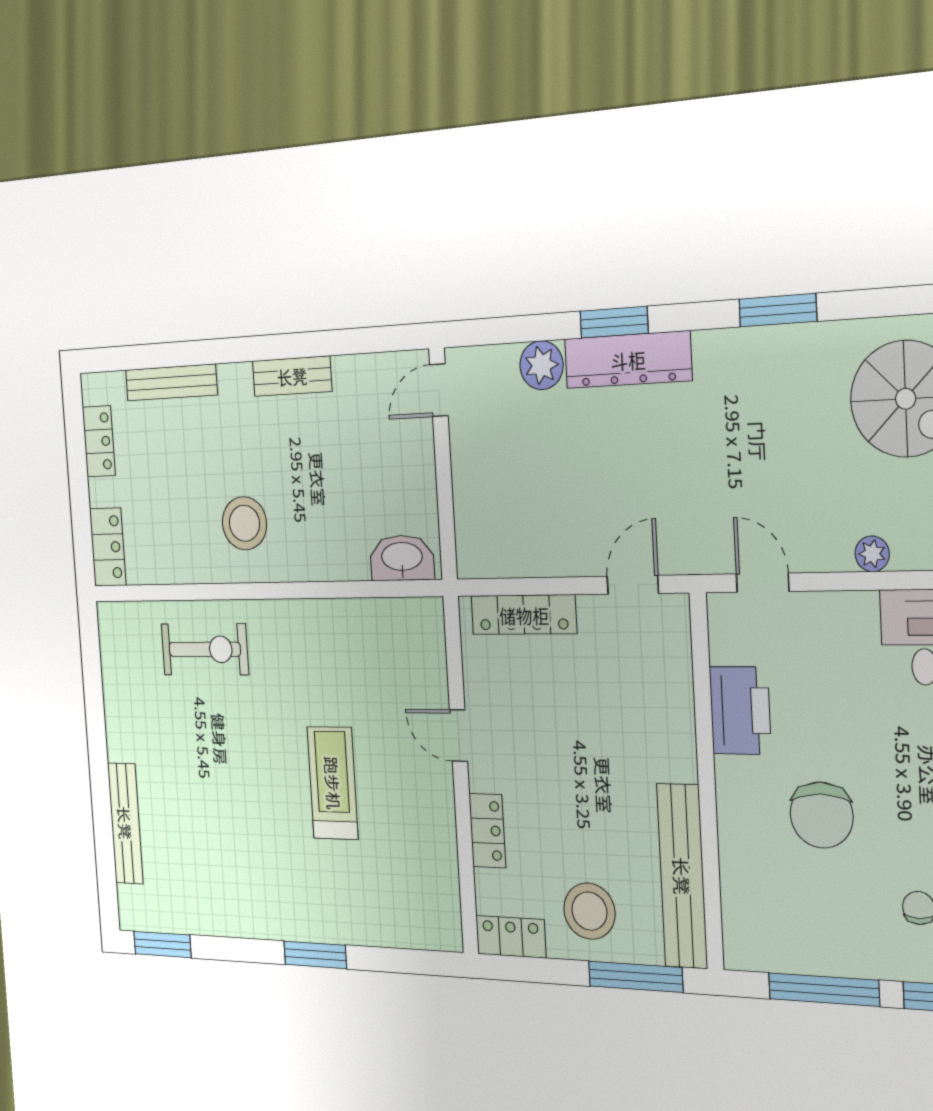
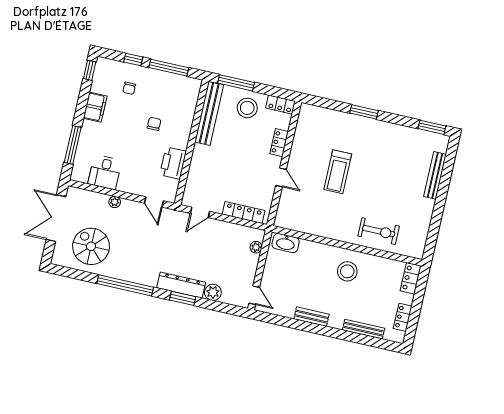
window: (778, 310) -> (125, 285), width x2.11
door: (439, 390) -> (254, 295), hinge flipped
plant: (469, 526) -> (256, 247), added
exercise bike: (205, 649) -> (379, 231), turned 180
chair: (822, 815) -> (154, 124), width x0.54, depth x0.54

